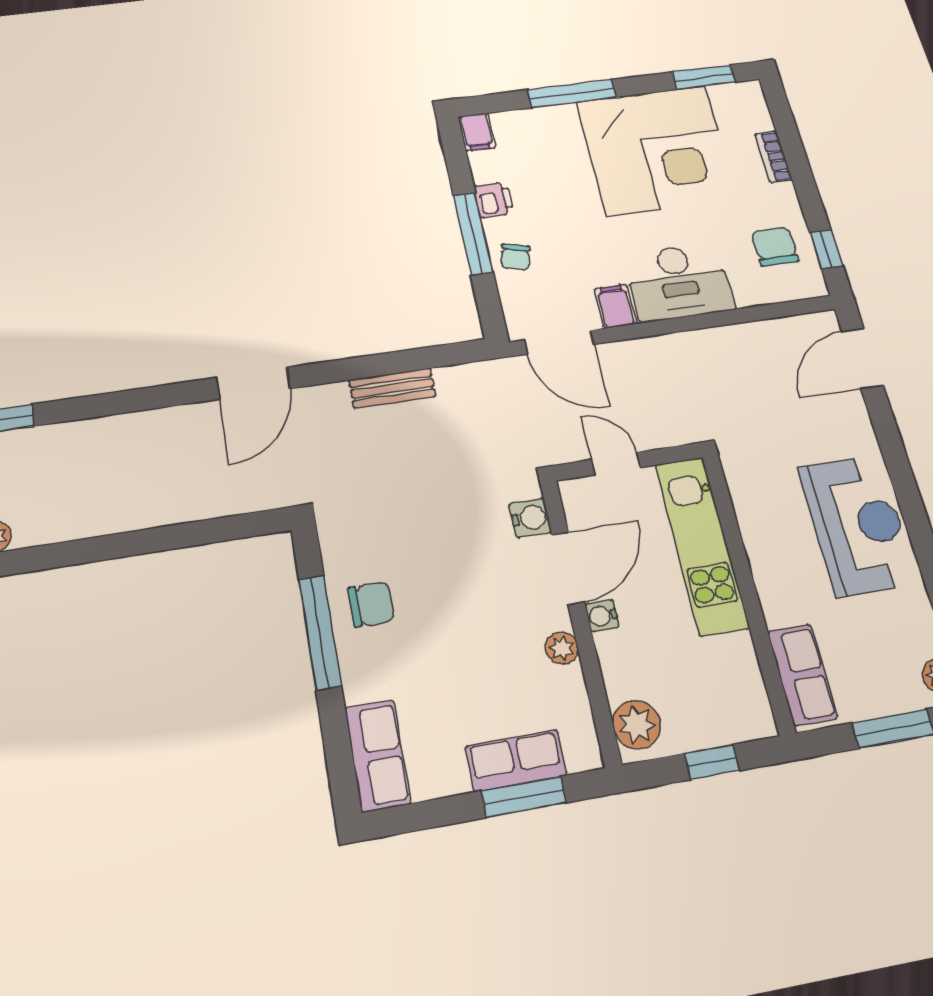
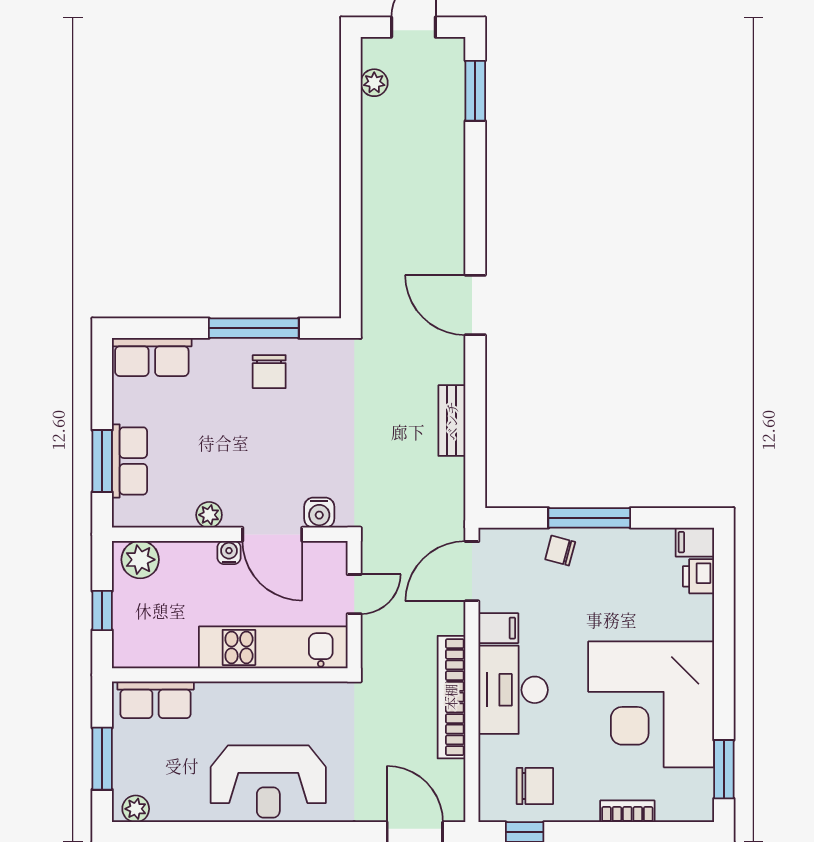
window: (572, 93) -> (724, 639), removed
printer: (494, 200) -> (699, 576), moved, turned 90
bookcase: (704, 343) -> (451, 697), added

